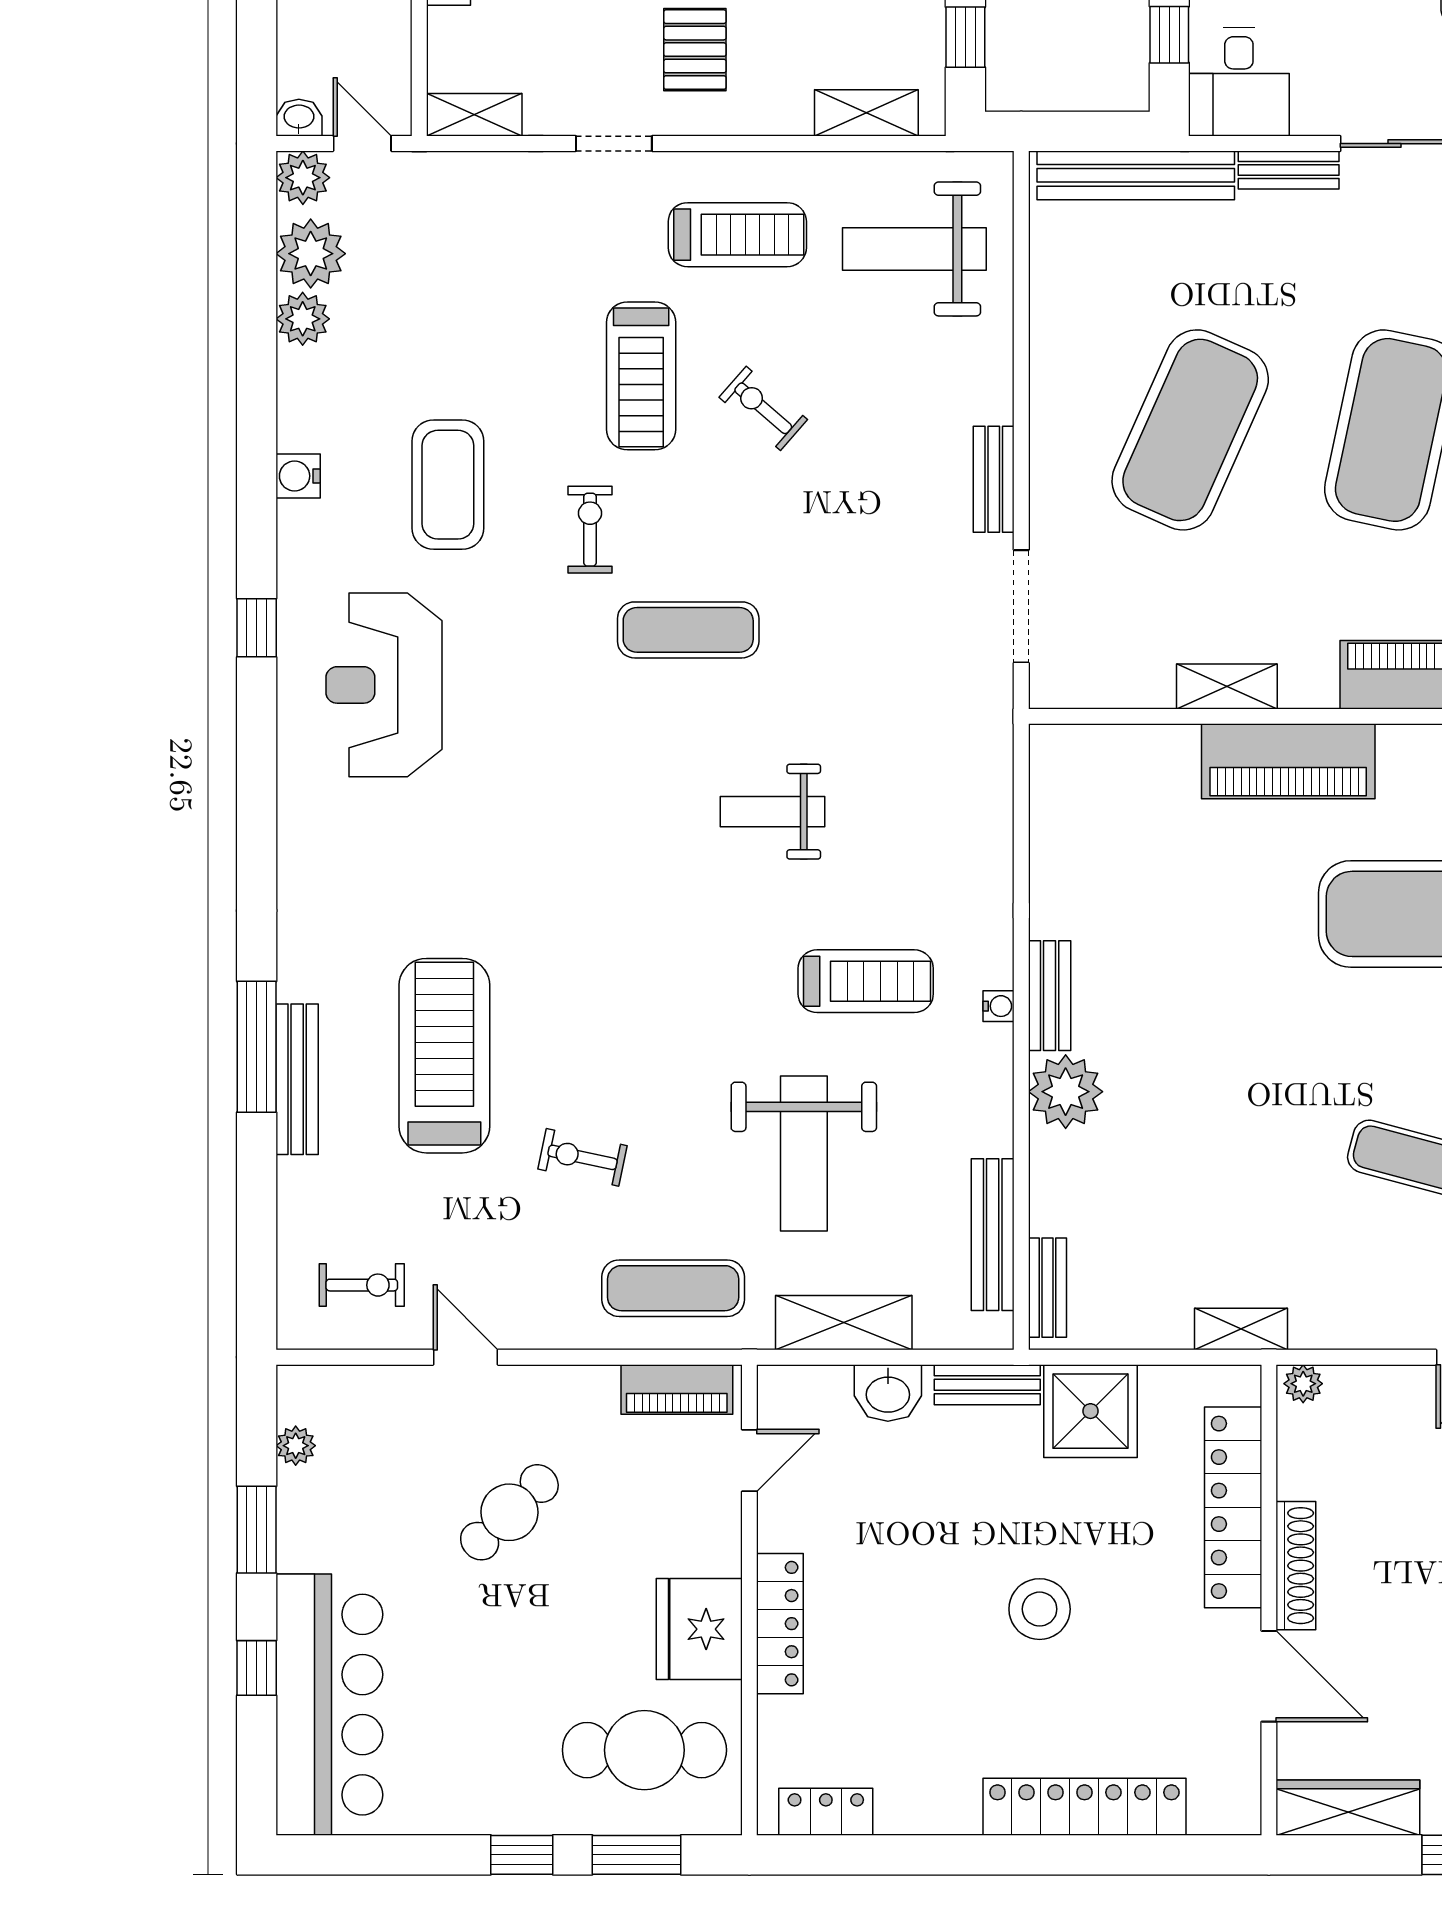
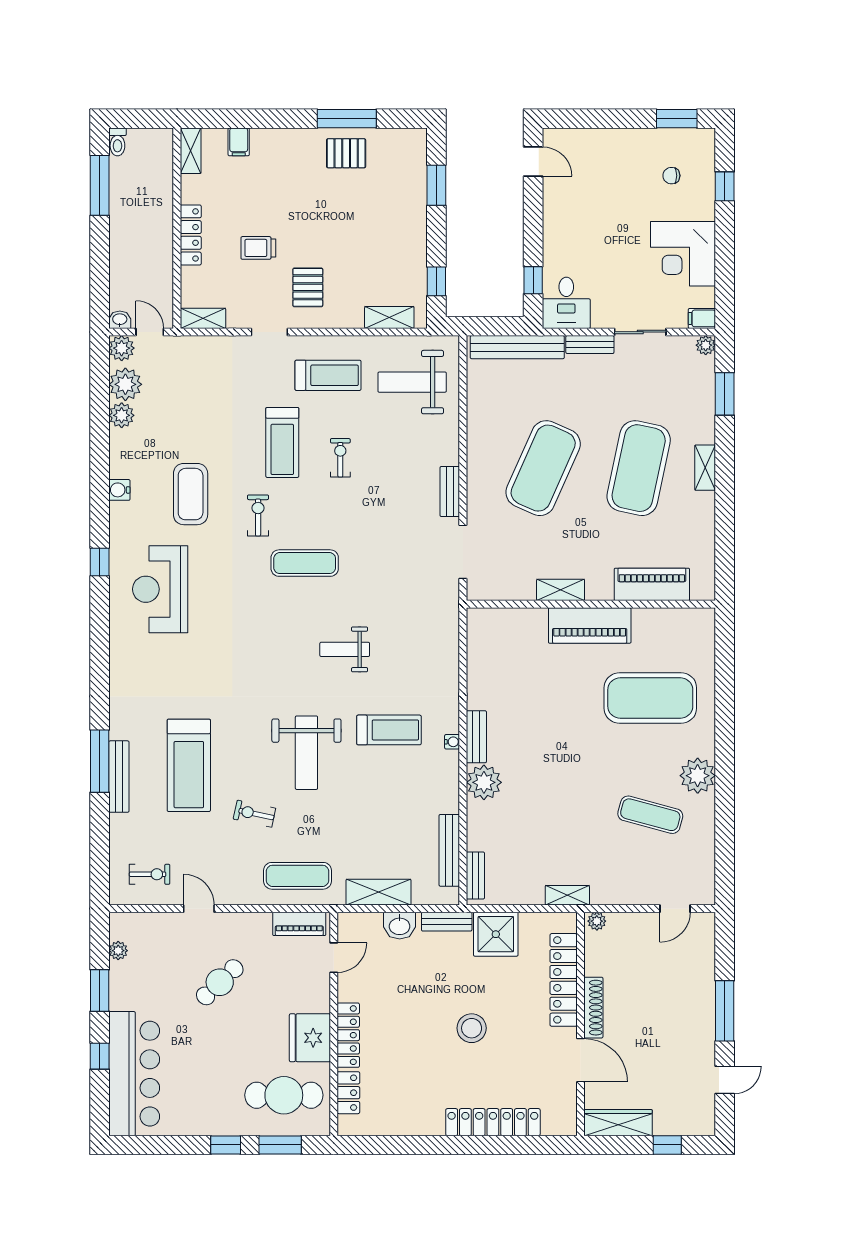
exercise bike: (763, 408) -> (340, 458), turned 49
treadmill: (444, 1056) -> (189, 765), turned 180
weight bench: (804, 1153) -> (306, 753), moved
locker: (826, 1812) -> (348, 1093), moved, turned 90

